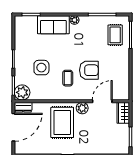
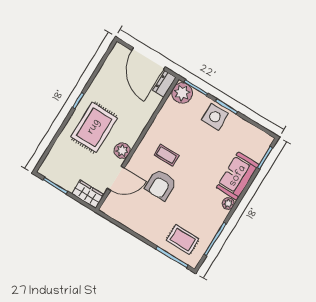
side table: (41, 68) -> (215, 117), moved
door: (102, 101) -> (116, 178), hinge flipped
rug: (62, 122) -> (94, 127), moved, turned 90

